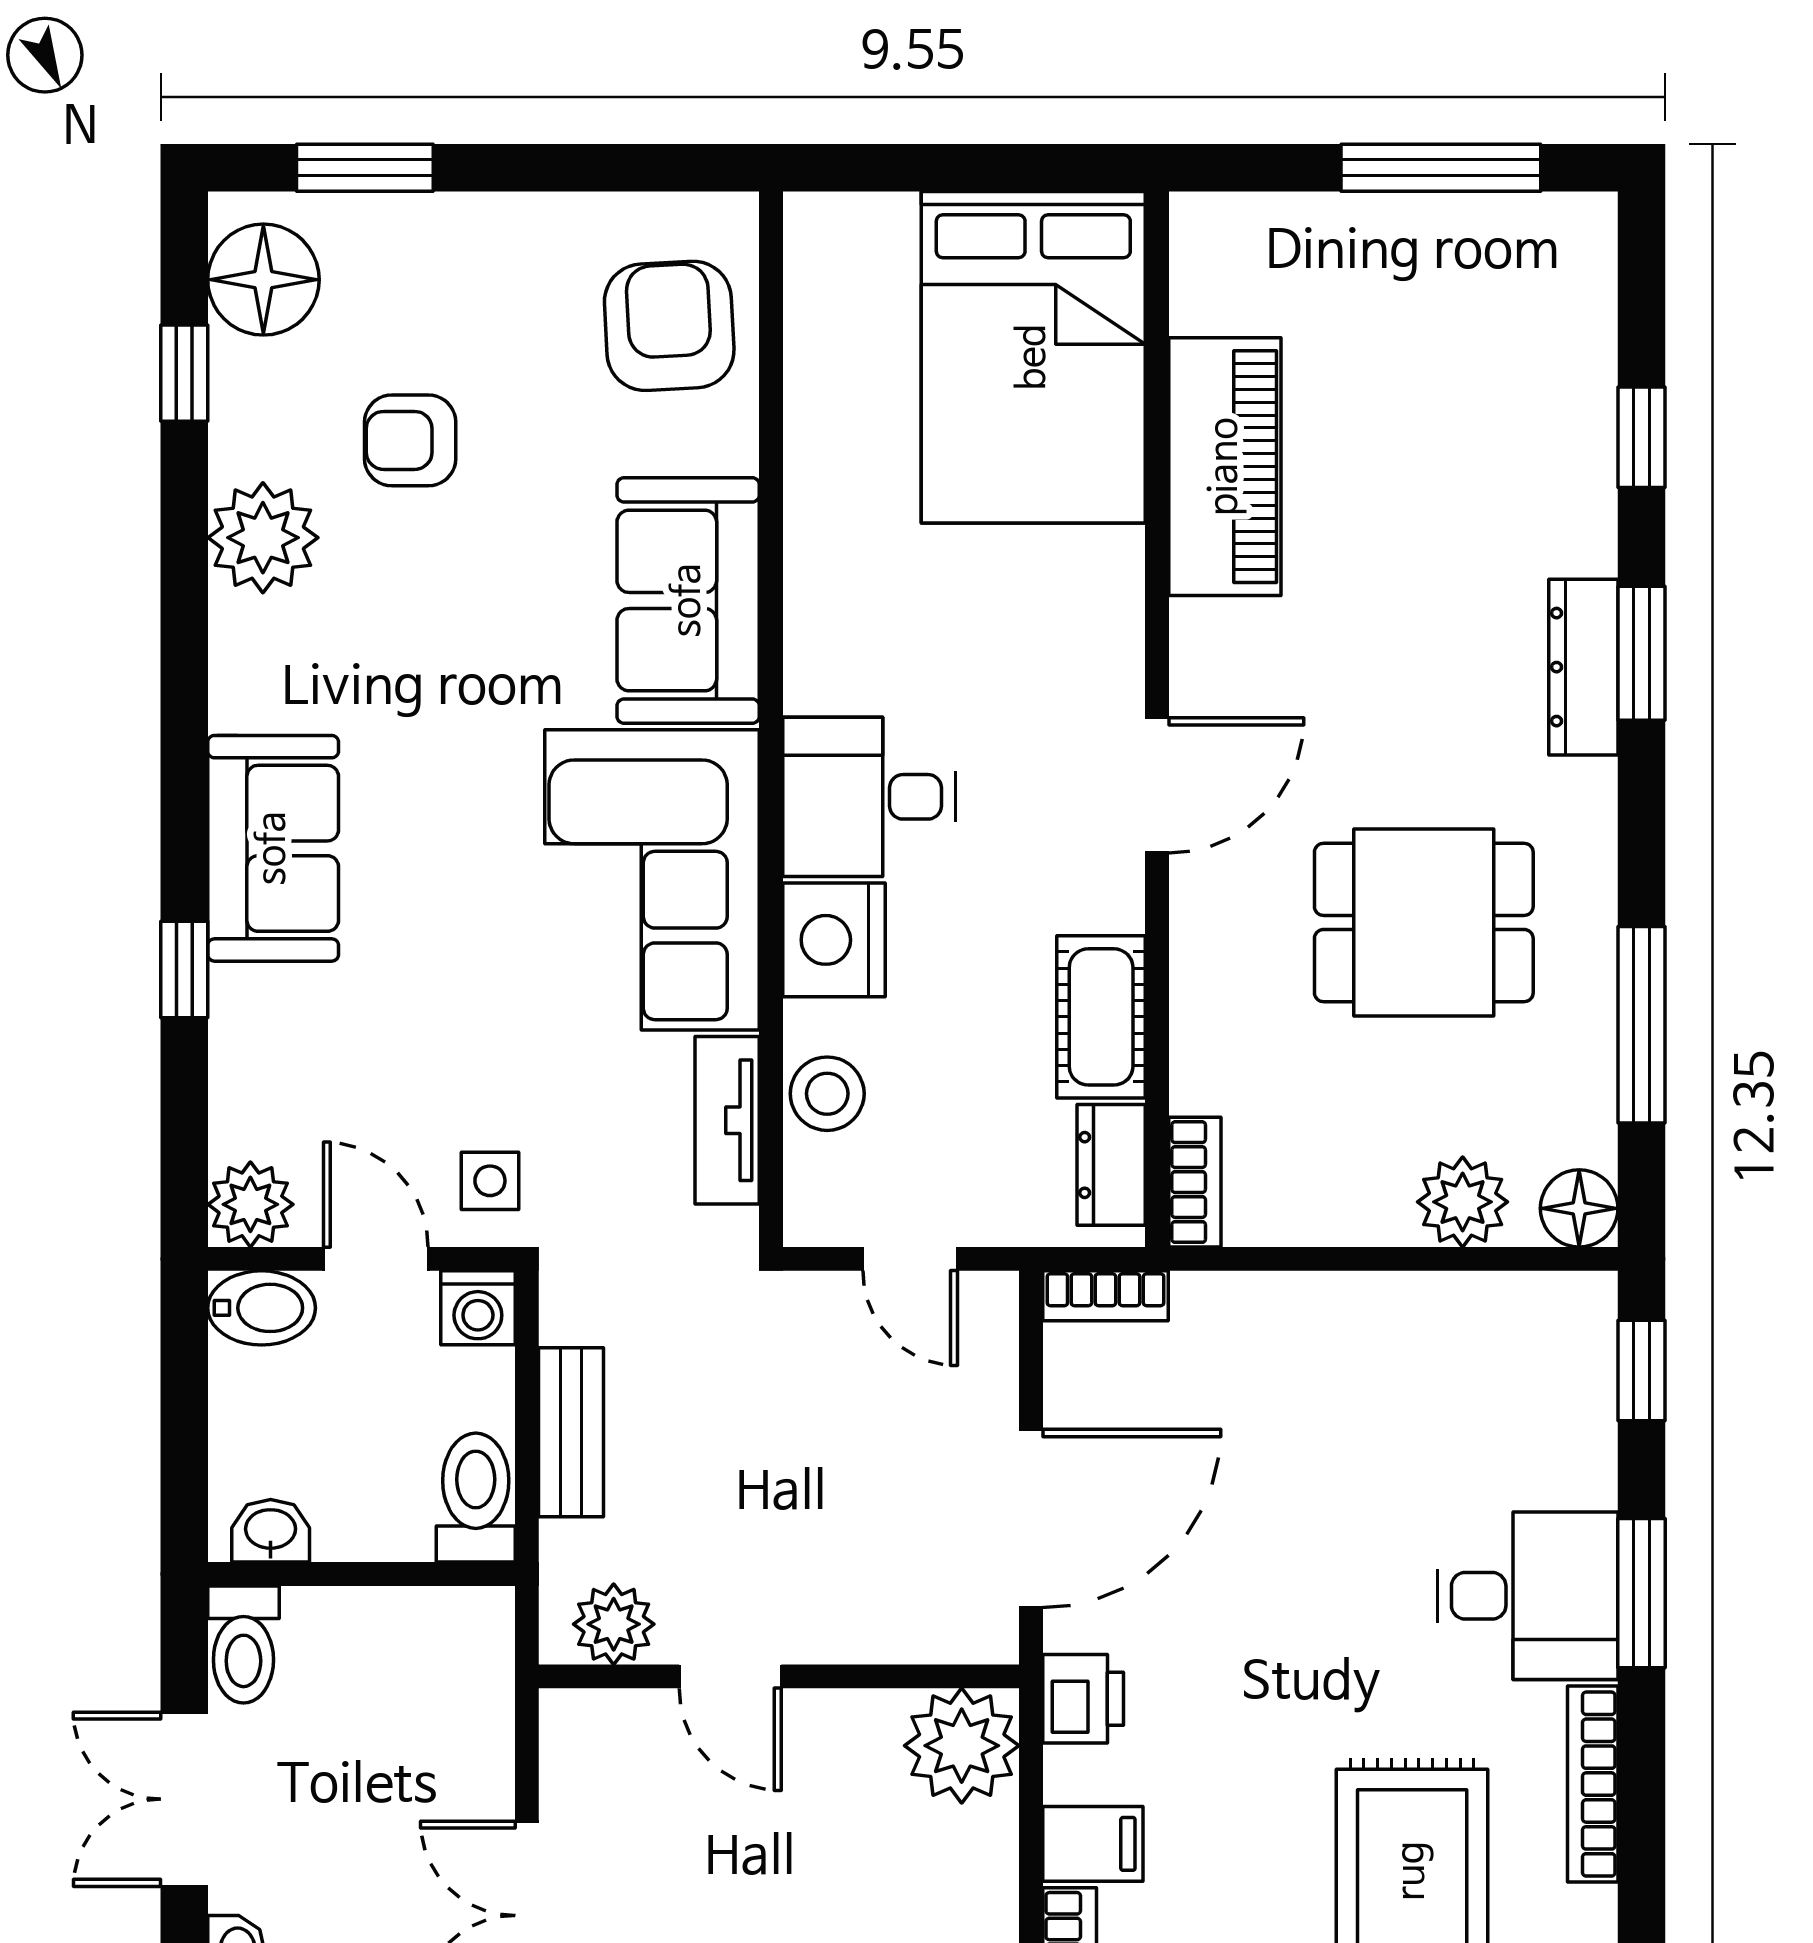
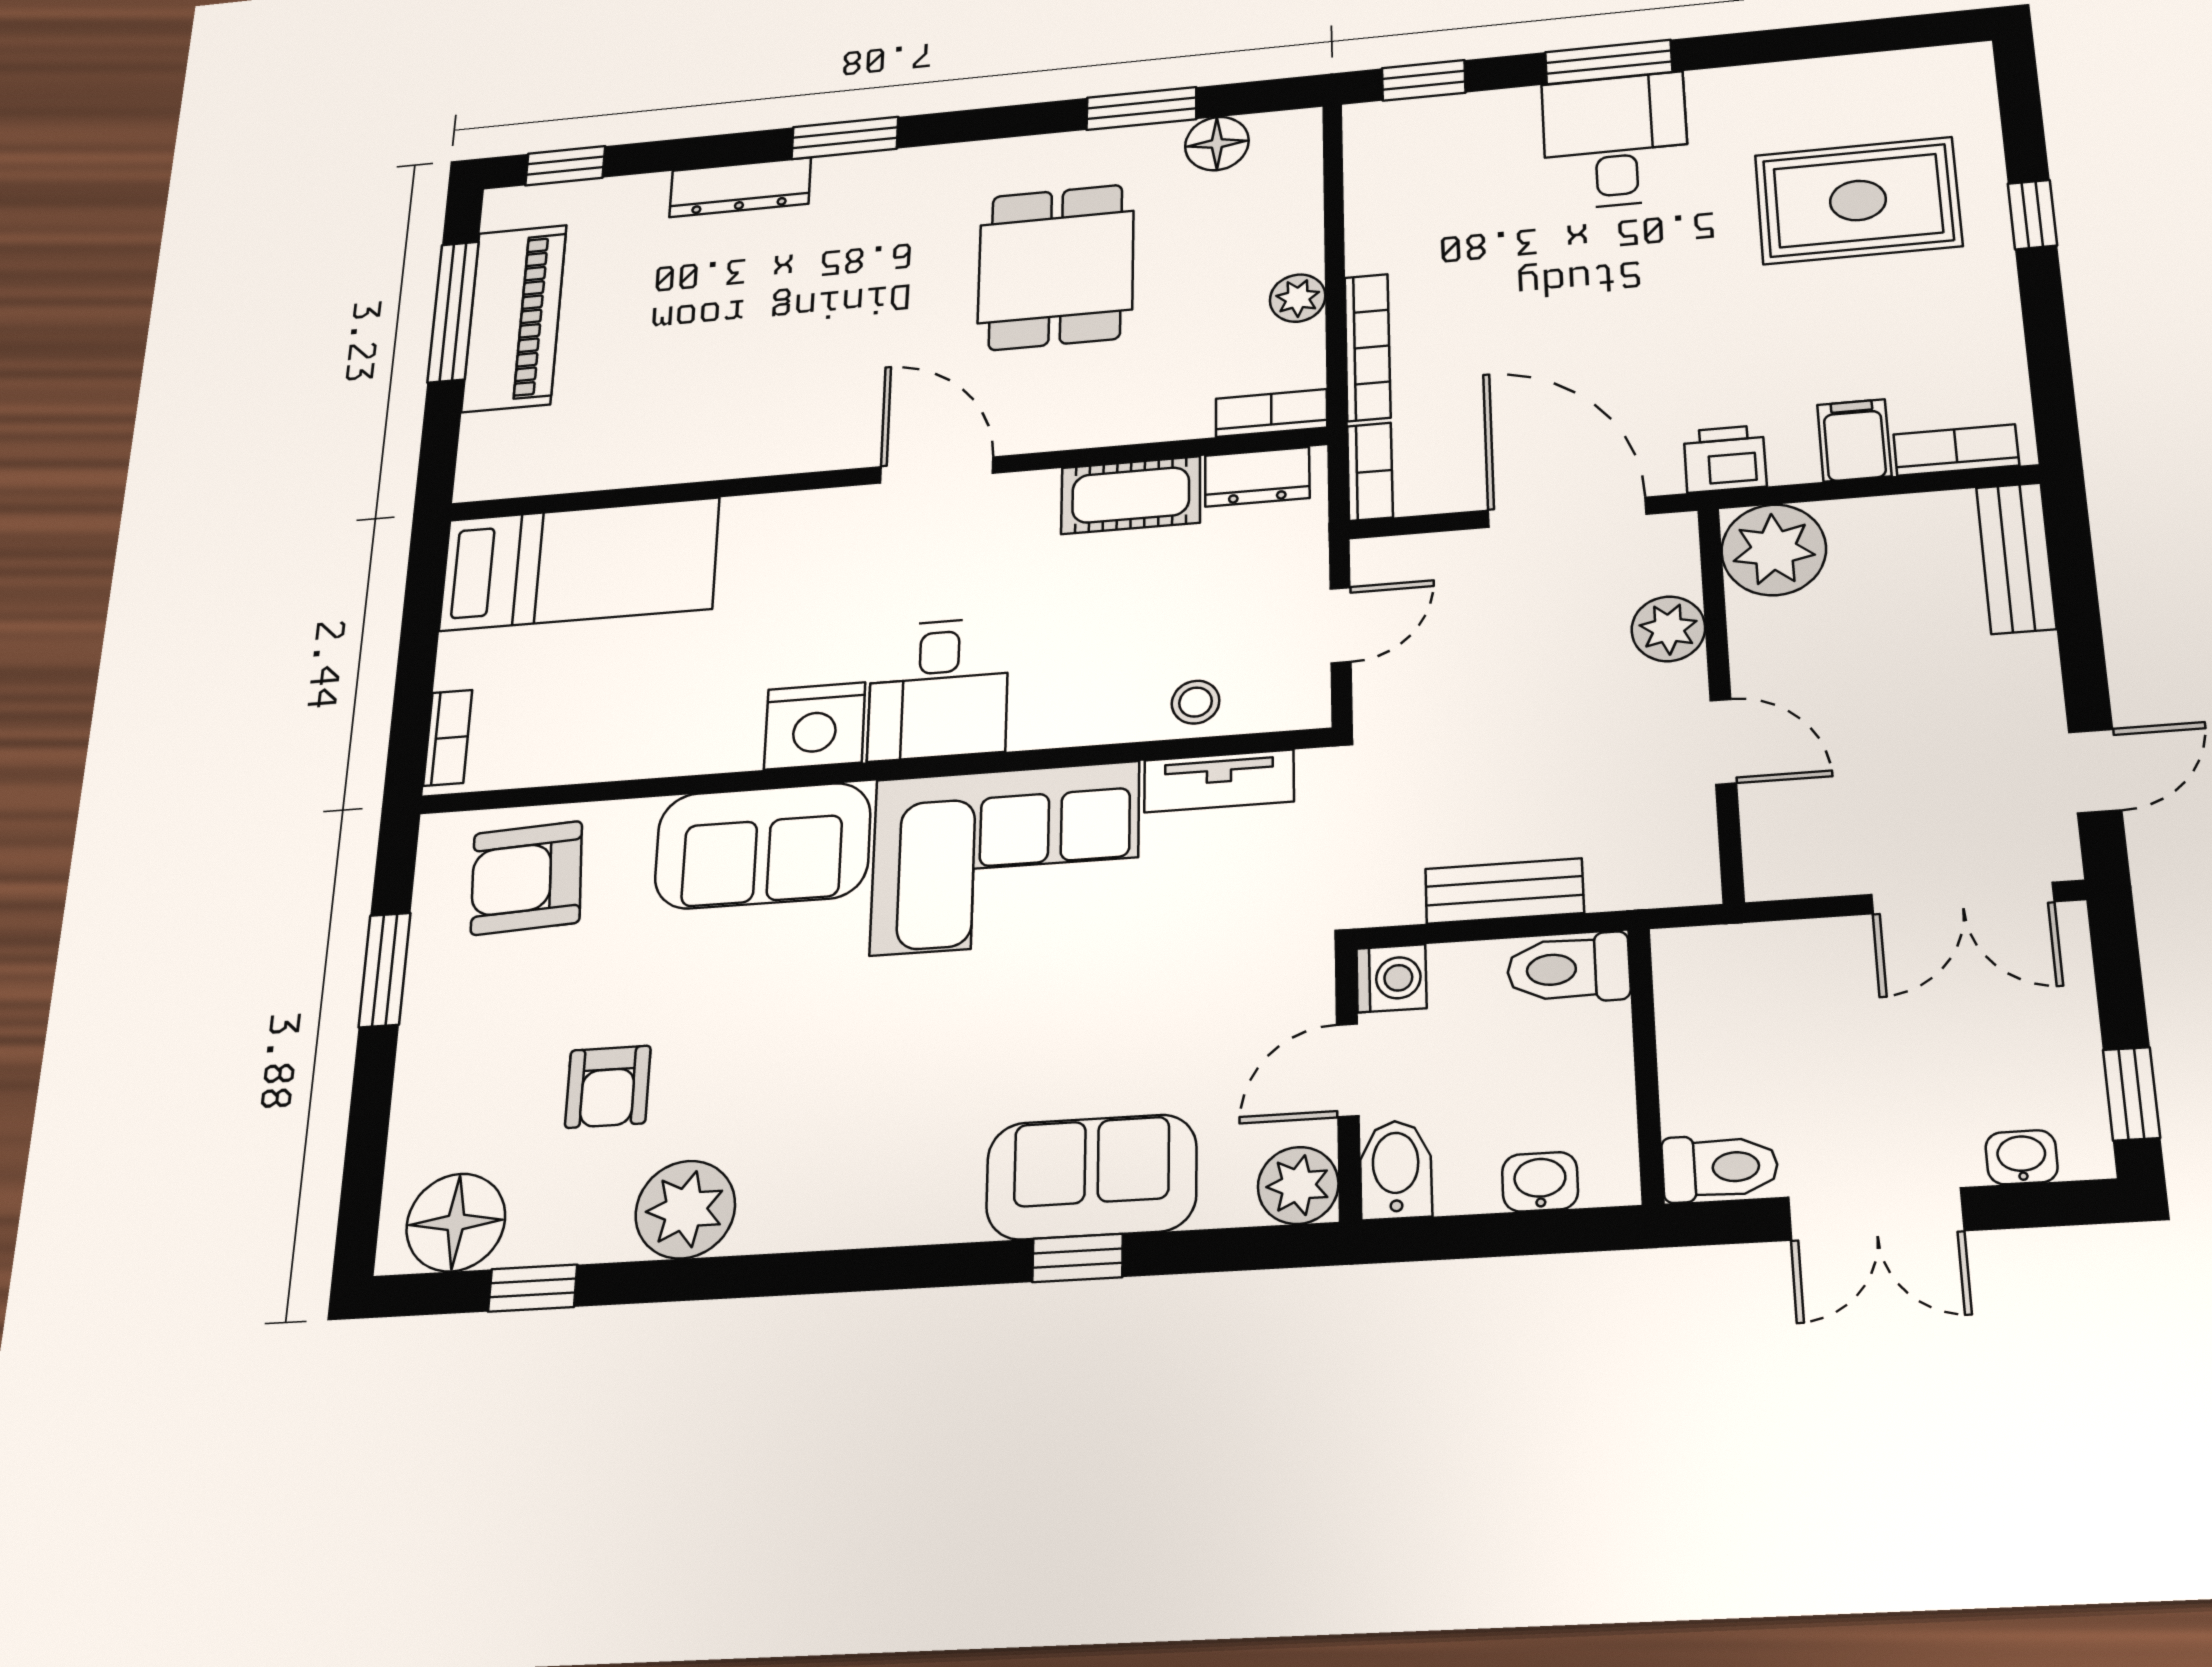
window: (365, 168) -> (385, 970), moved
bookcase: (855, 216) -> (448, 738), added
bed: (1033, 357) -> (579, 564), width x0.67
window: (1642, 437) -> (565, 166), moved
piano: (1225, 467) -> (514, 318), moved, turned 90
dresser: (1583, 667) -> (740, 187), moved
sofa: (273, 848) -> (1091, 1177), moved
nightstand: (834, 940) -> (815, 726), moved
window: (1642, 1025) -> (1141, 108), width x0.69
stool: (827, 1094) -> (1196, 702), width x0.73, depth x0.73
side table: (490, 1181) -> (1274, 976), removed
plant: (1463, 1202) -> (1298, 298), moved, width x0.73, depth x0.73
floor lamp: (1579, 1208) -> (1217, 144), moved
washbasin: (271, 1531) -> (1540, 1182), moved, turned 90
plant: (614, 1624) -> (1668, 629), moved
door: (730, 1676) -> (1723, 742), hinge flipped
bookcase: (1593, 1784) -> (1368, 347), moved, turned -90

